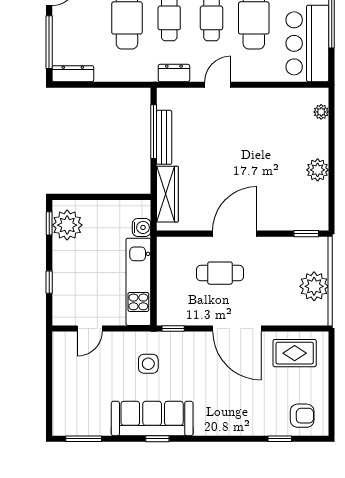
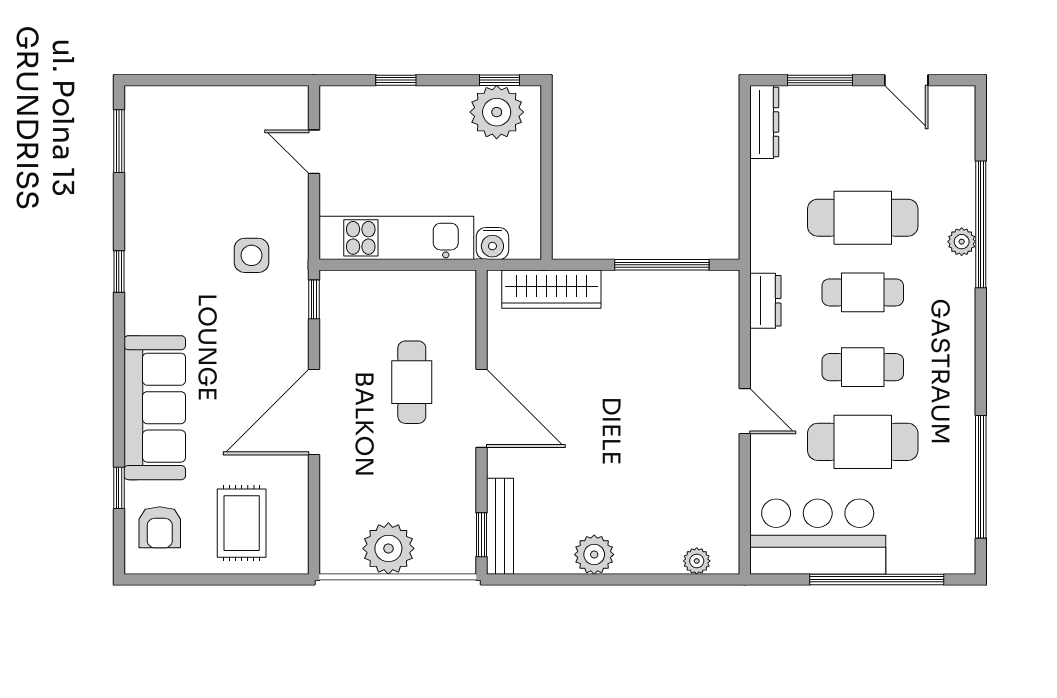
window: (49, 42) -> (820, 80), width x0.69
door: (218, 85) -> (745, 411), moved
bench: (164, 137) -> (500, 526), moved, turned 90
rug: (295, 353) -> (242, 523), moved
sofa: (152, 418) -> (155, 408), moved

